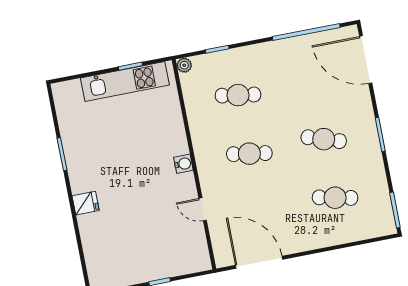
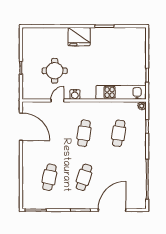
door: (366, 60) -> (112, 210), moved
kitchen unit: (125, 81) -> (121, 92), moved, turned 90
water cooler: (183, 164) -> (75, 94), moved
fridge: (86, 203) -> (79, 37), width x1.88, depth x1.34
round table: (153, 224) -> (55, 71), added
door: (259, 262) -> (21, 127), hinge flipped

